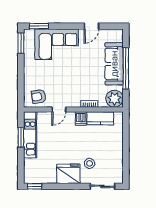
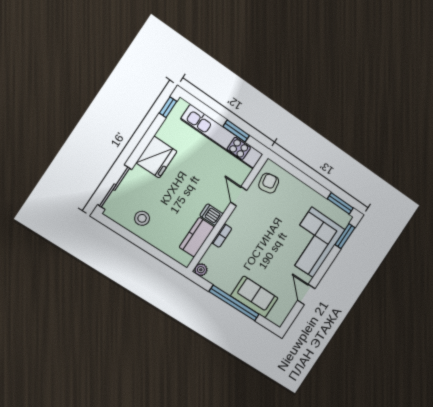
sofa: (114, 64) -> (254, 297), width x0.73
plant: (114, 99) -> (201, 270), width x0.53, depth x0.53
kitchen unit: (30, 135) -> (222, 137), width x1.36
stool: (90, 163) -> (142, 218), moved
sliding door: (102, 186) -> (115, 187), width x1.37

